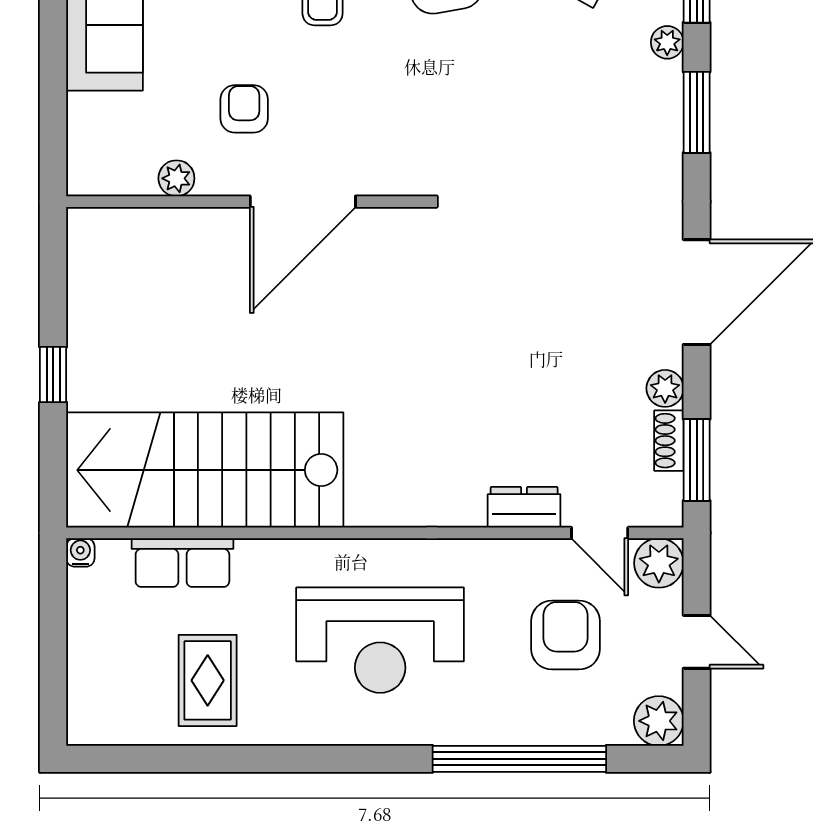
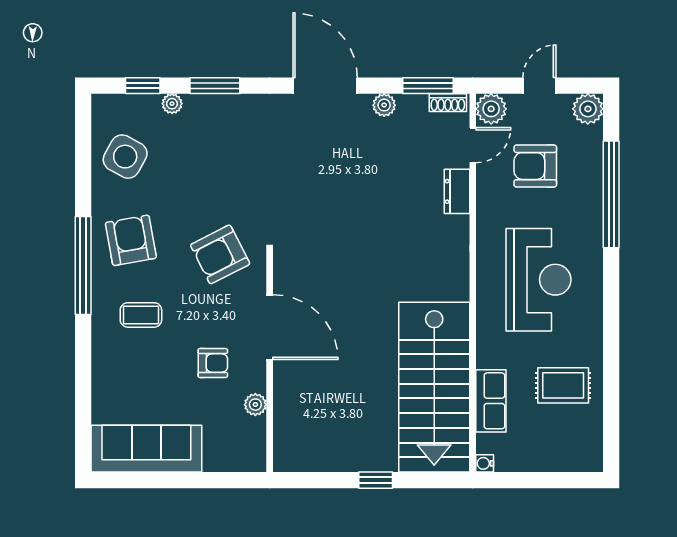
armchair: (244, 109) -> (213, 363), turned 180
armchair: (421, 121) -> (220, 254), added
shoe rack: (669, 441) -> (448, 103), moved

